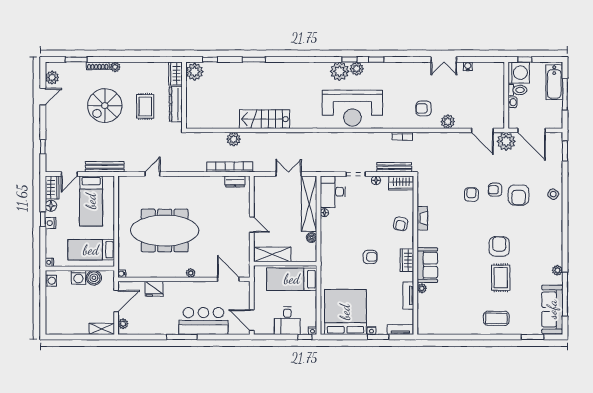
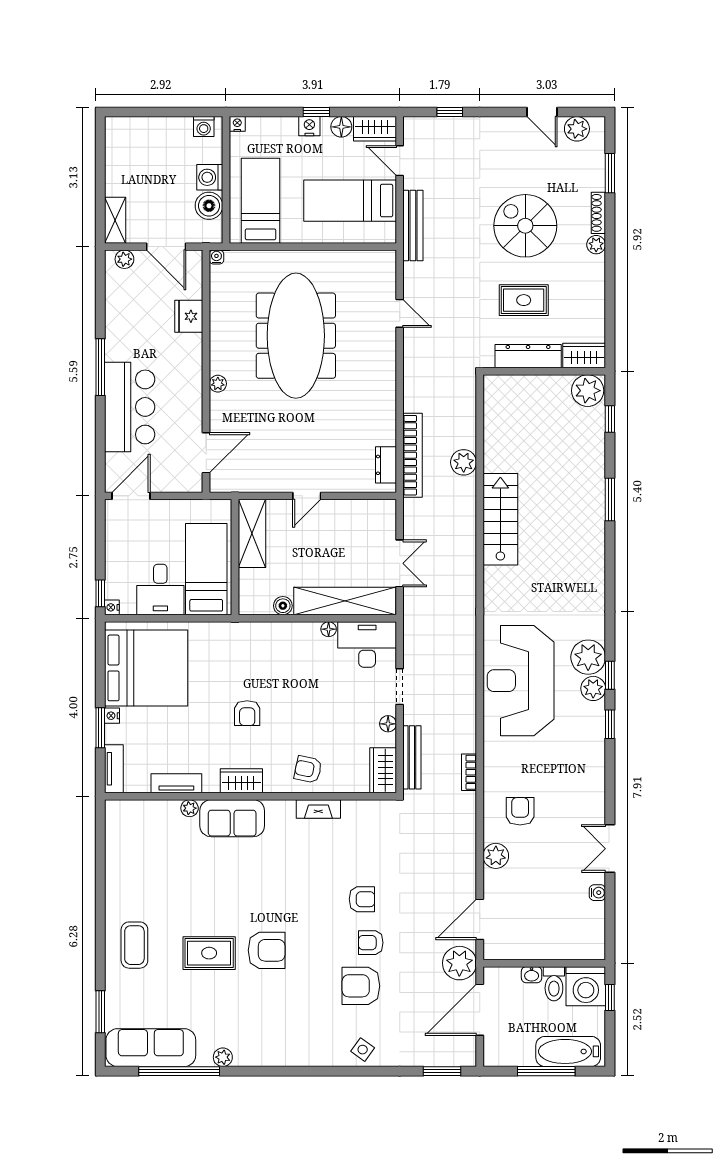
armchair: (495, 190) -> (371, 943), turned -90
desk: (287, 321) -> (160, 590), moved, turned -90

